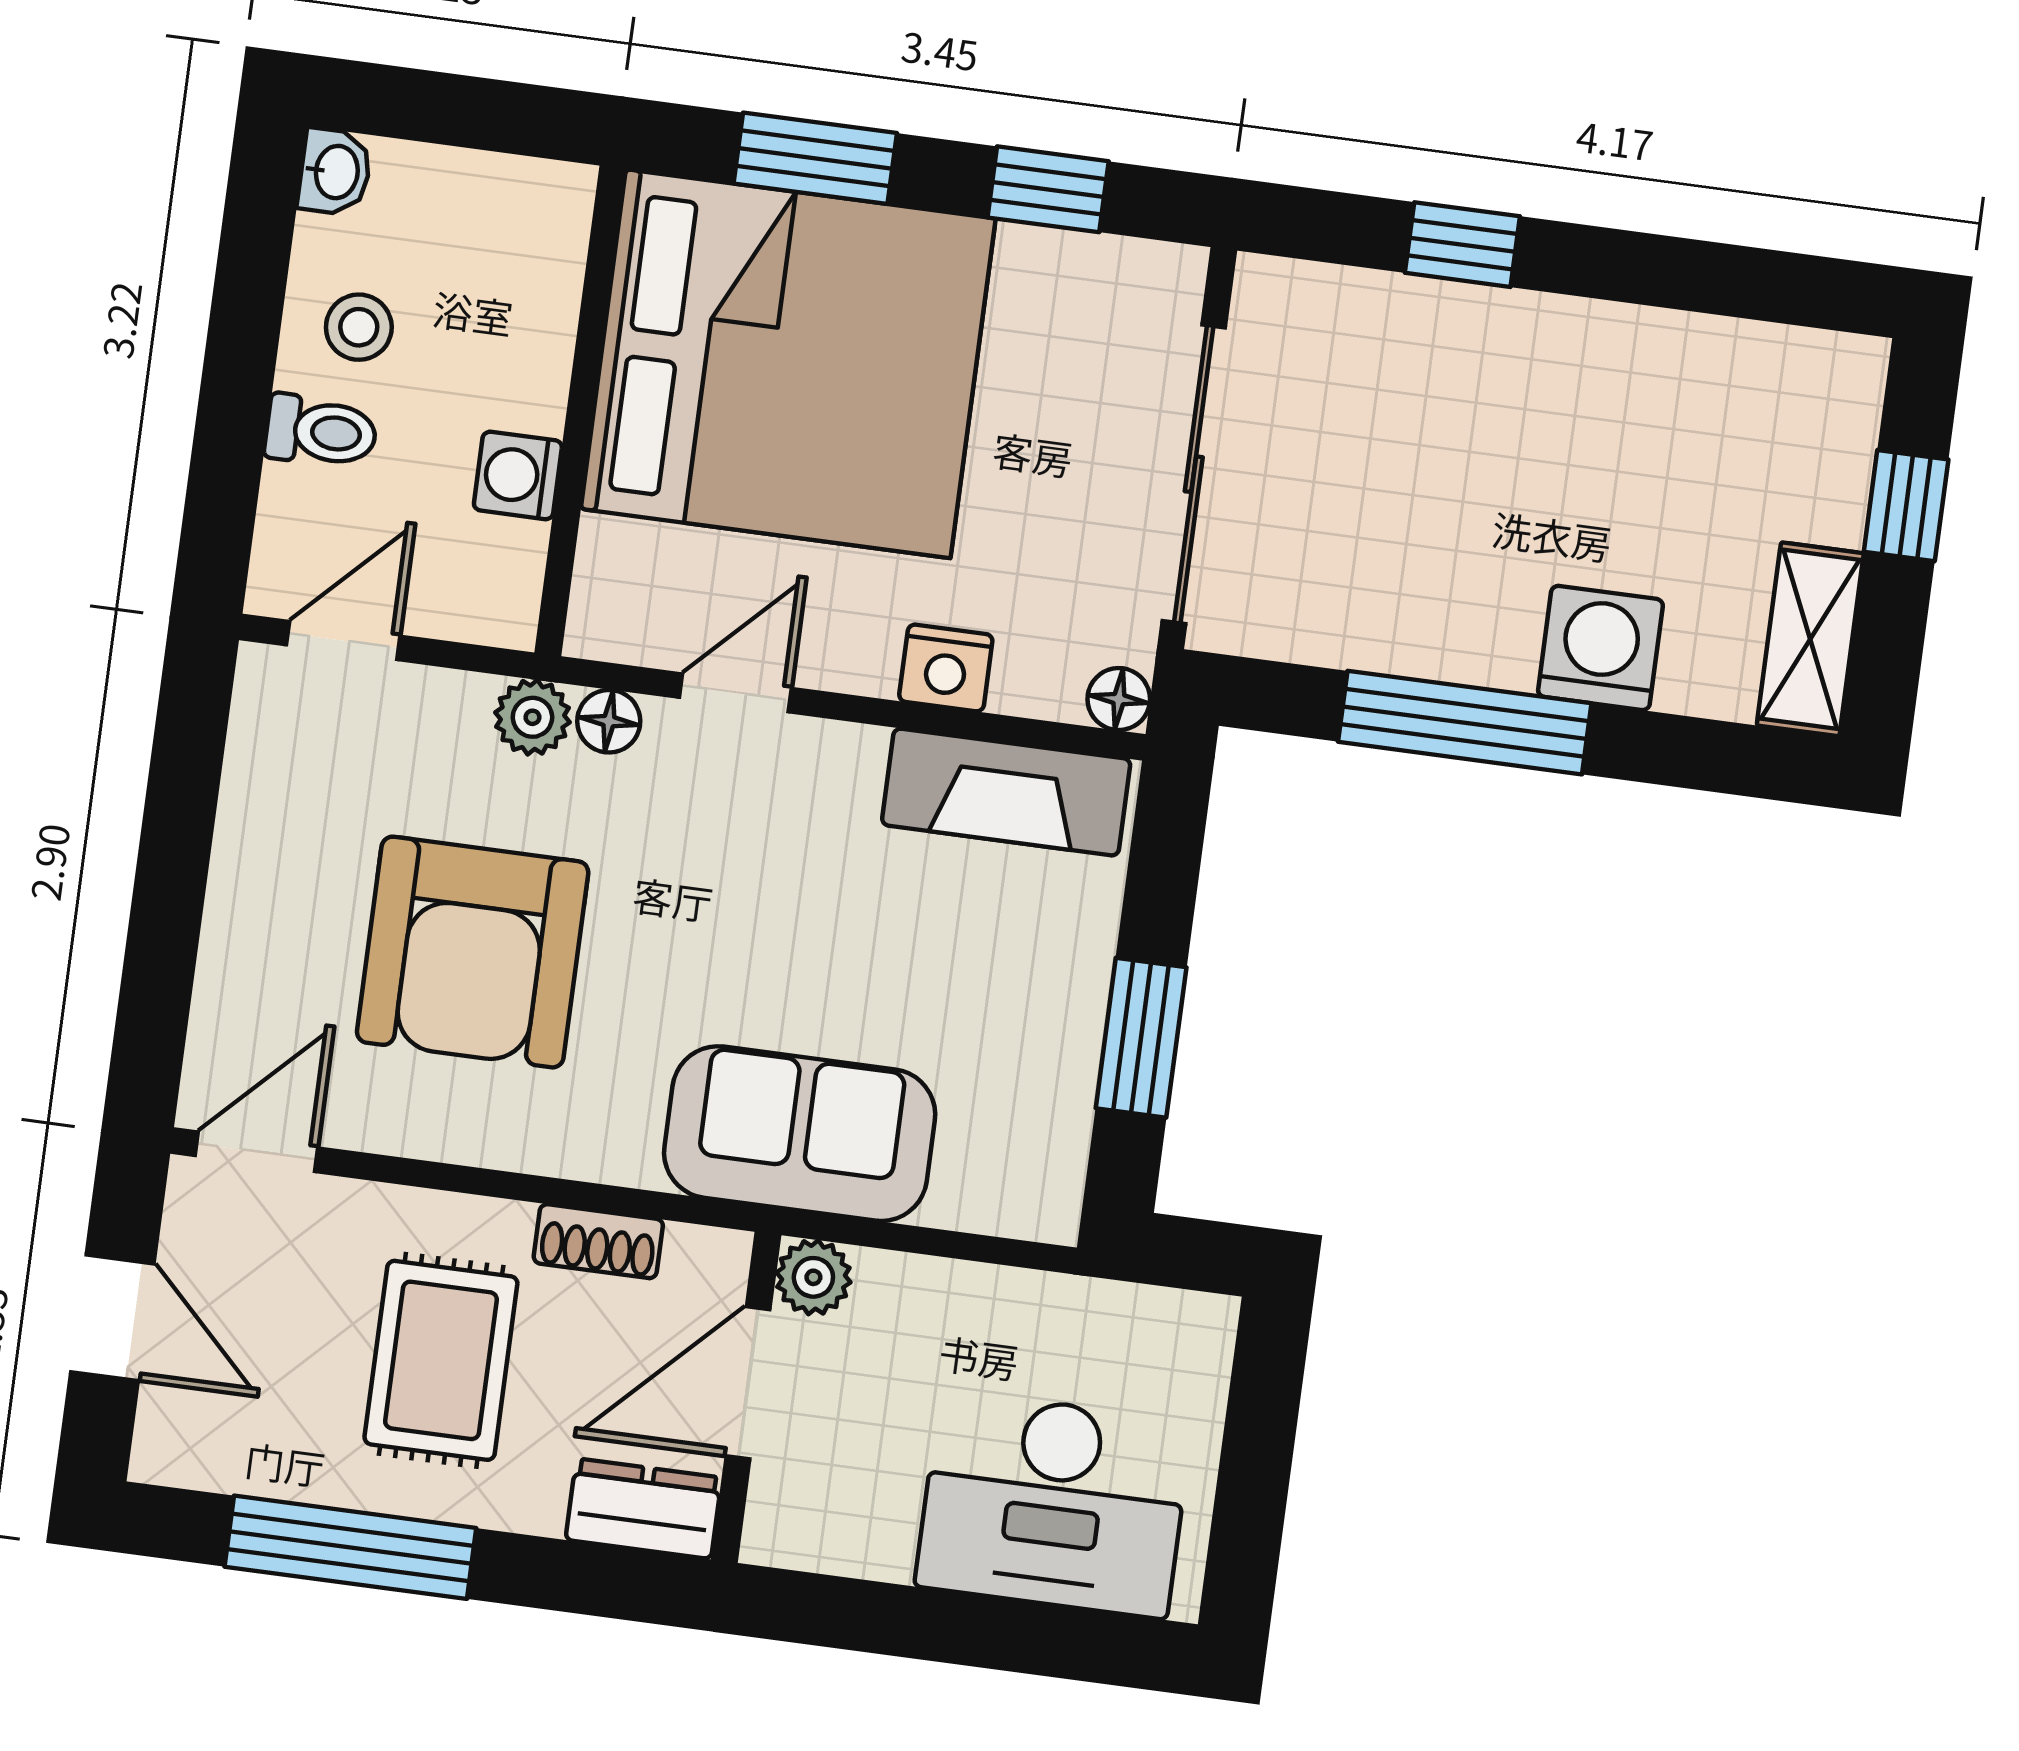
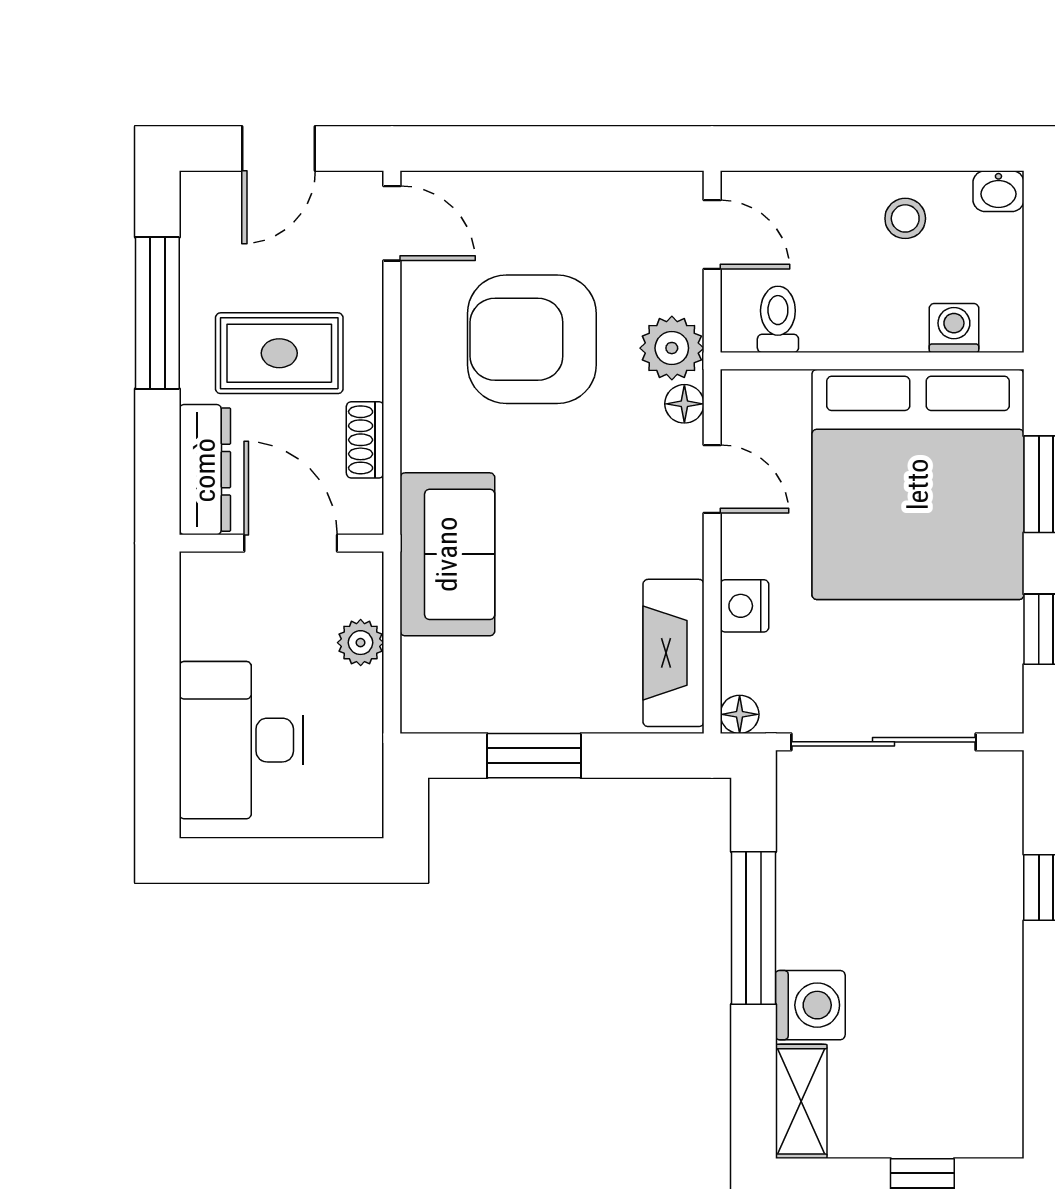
toilet: (321, 431) -> (778, 319), moved, turned 180
washing machine: (518, 475) -> (954, 328), moved
shelving: (1810, 639) -> (801, 1101), moved, turned 90
plant: (532, 717) -> (672, 348), width x1.38, depth x1.38
plant: (813, 1277) -> (361, 643), moved
dresser: (644, 1509) -> (205, 470), width x1.44

